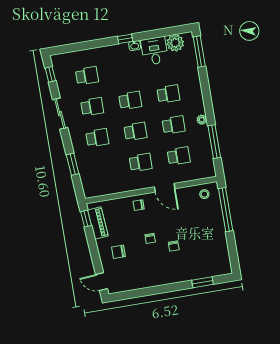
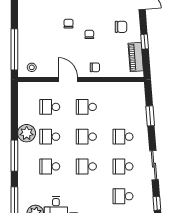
plant: (202, 120) -> (27, 133), width x1.87, depth x1.87
window: (214, 142) -> (14, 156), moved
window: (86, 219) -> (145, 42), moved

